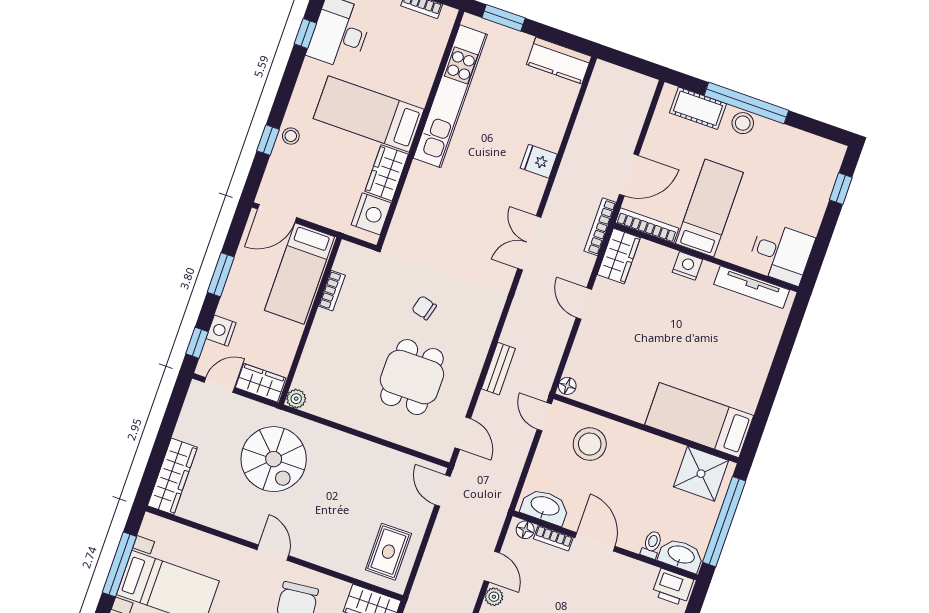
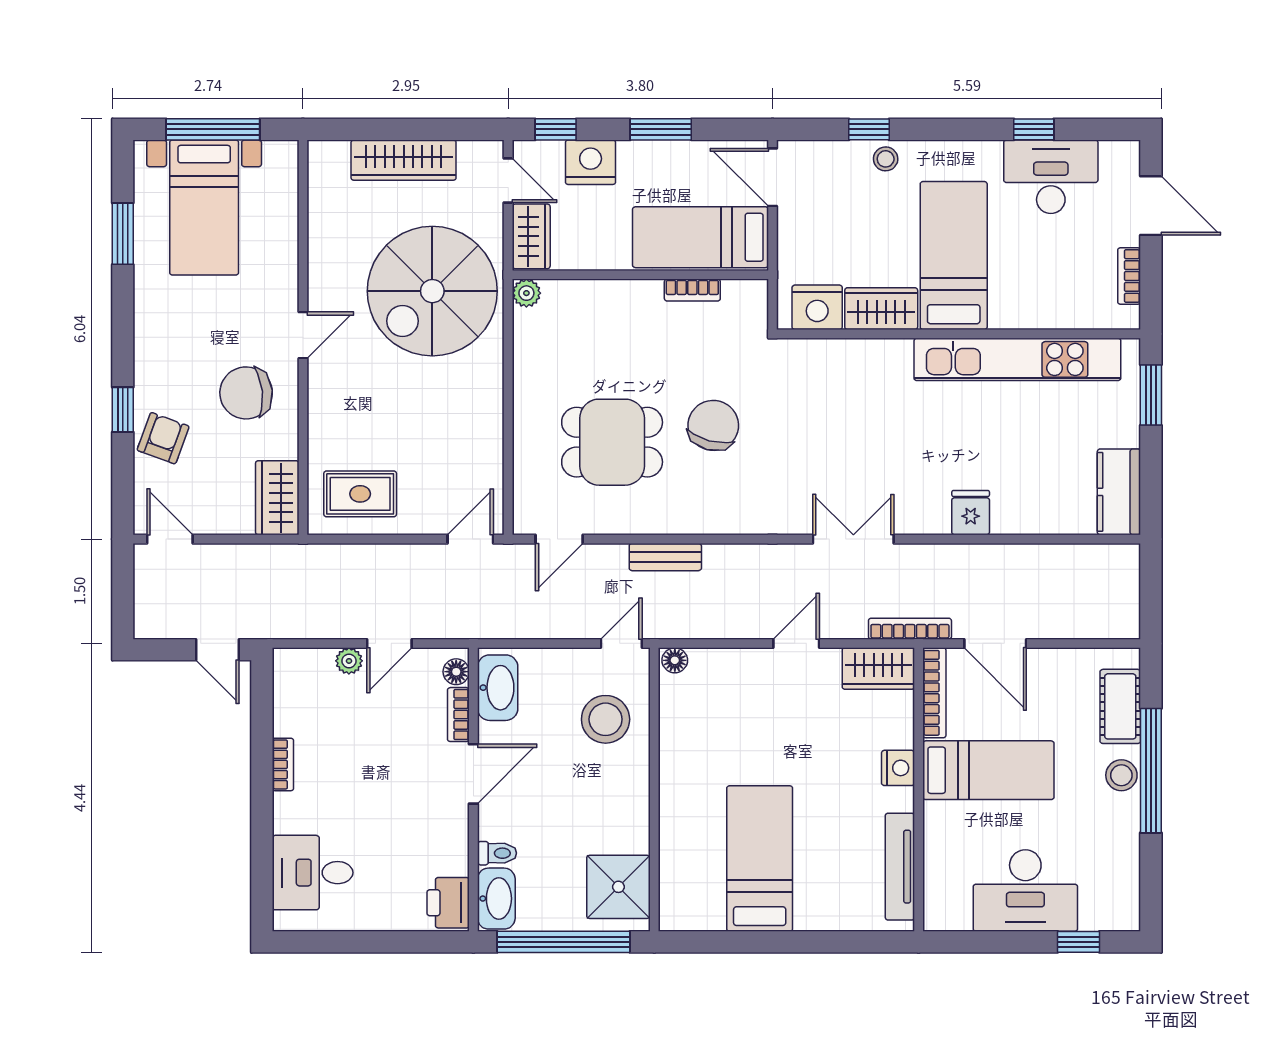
desk: (781, 253) -> (1025, 891), moved, width x1.37
chair: (424, 308) -> (713, 425), width x1.87, depth x1.87
nightstand: (221, 331) -> (591, 162), width x1.36, depth x1.33
bed: (699, 420) -> (760, 859), moved
spiral stairs: (274, 459) -> (432, 291), width x1.37, depth x1.37
wardrobe: (172, 476) -> (404, 160), moved

